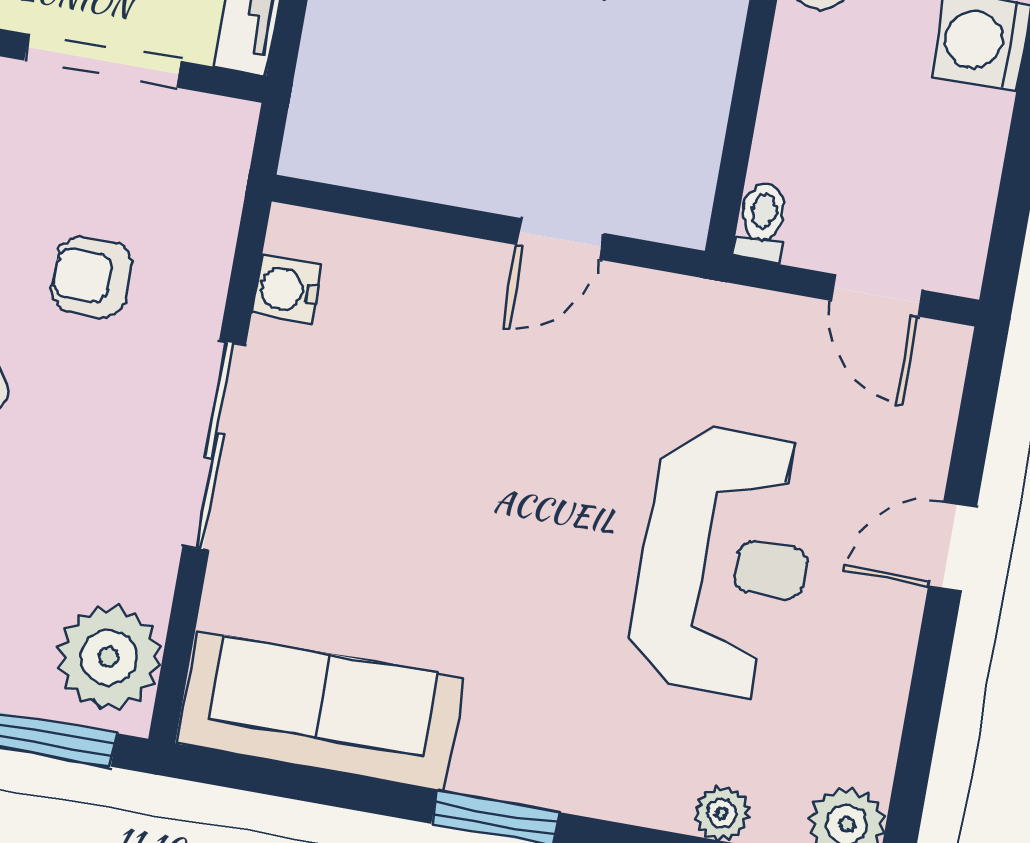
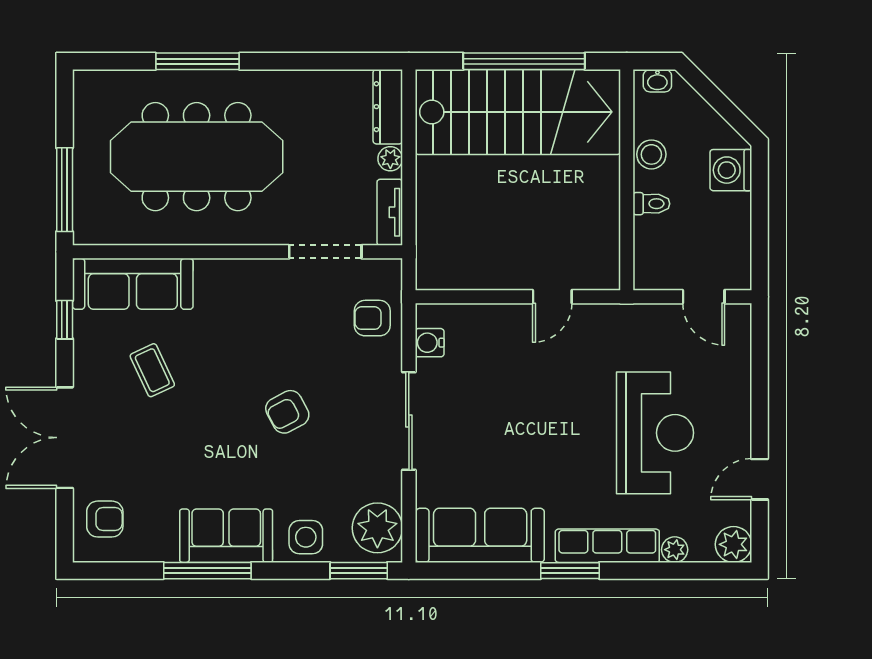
toilet: (762, 222) -> (651, 204), moved, turned 90
armchair: (92, 277) -> (372, 318), moved
door: (953, 547) -> (760, 479), moved
row of seats: (583, 780) -> (607, 546), added

